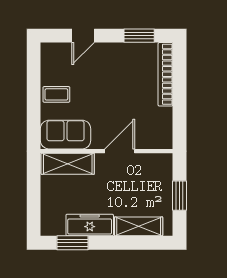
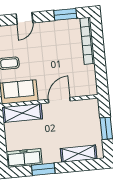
freezer: (90, 225) -> (24, 158), moved
window: (72, 243) -> (43, 169), moved

